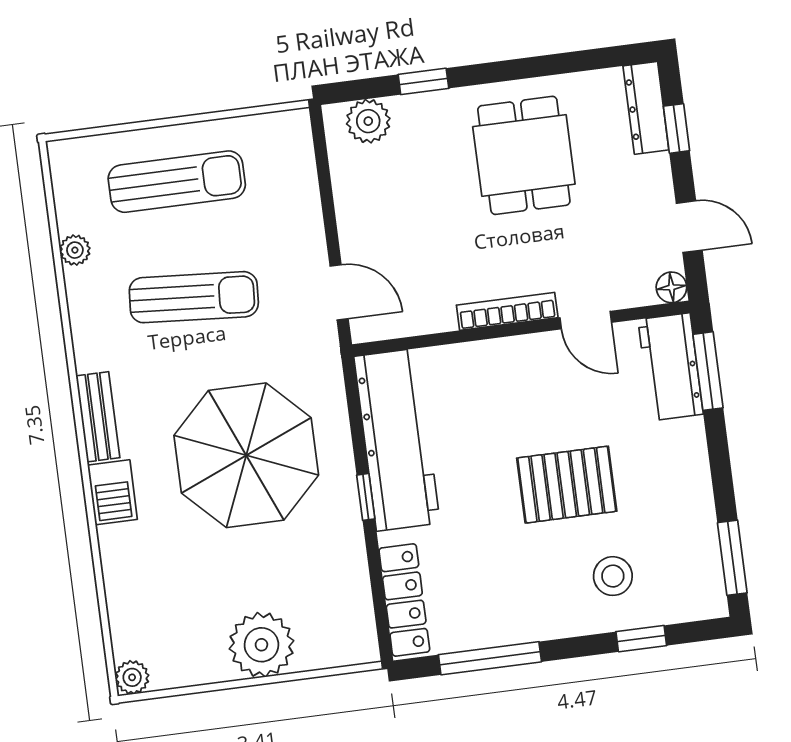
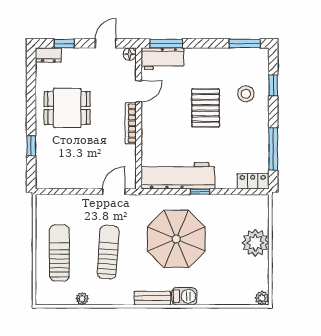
dresser: (646, 108) -> (48, 55), width x0.70
plant: (368, 121) -> (45, 170), removed
locker: (404, 600) -> (253, 181), width x0.66

